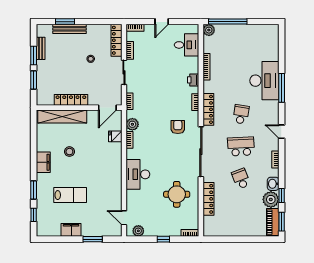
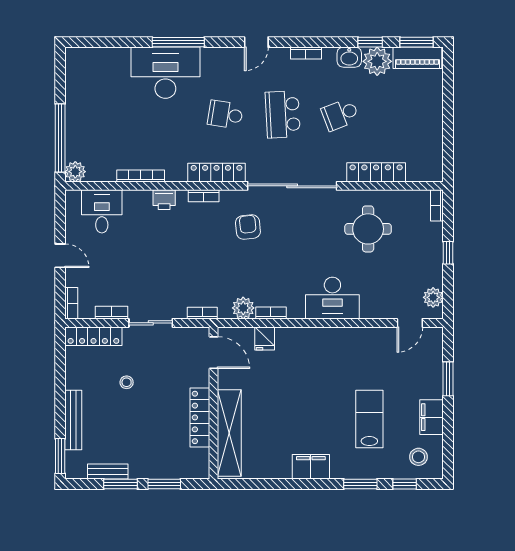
window: (65, 22) -> (60, 456), moved
armchair: (178, 127) -> (248, 227), turned 84
stool: (69, 152) -> (418, 457), moved

